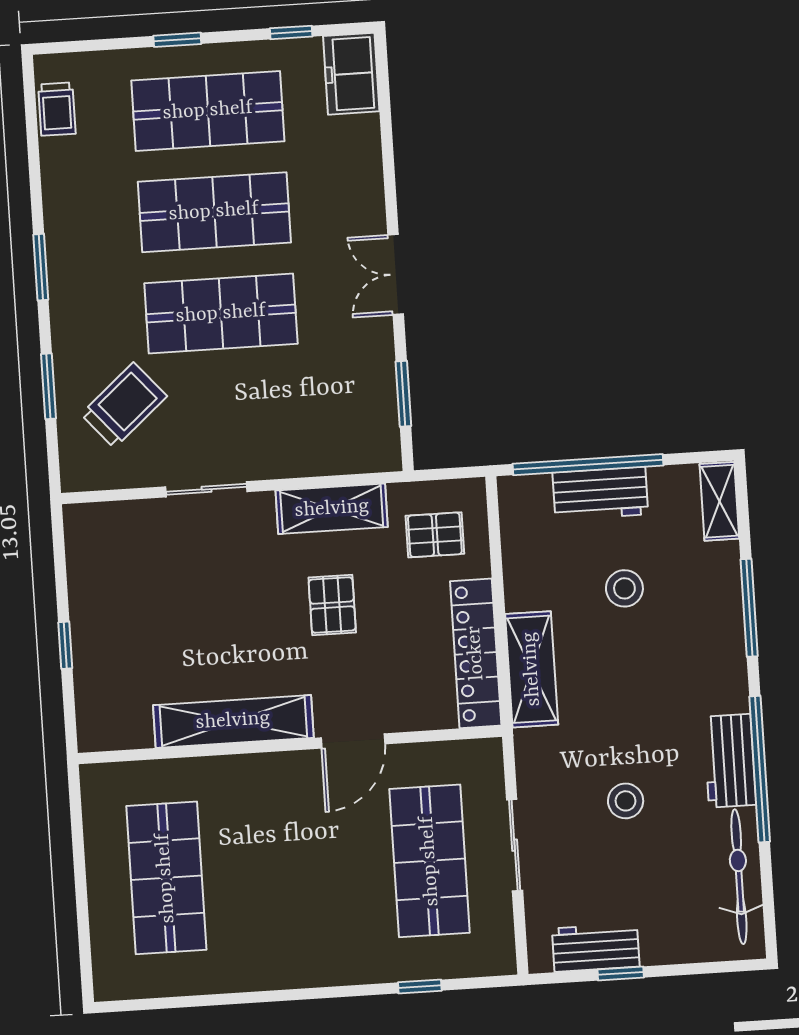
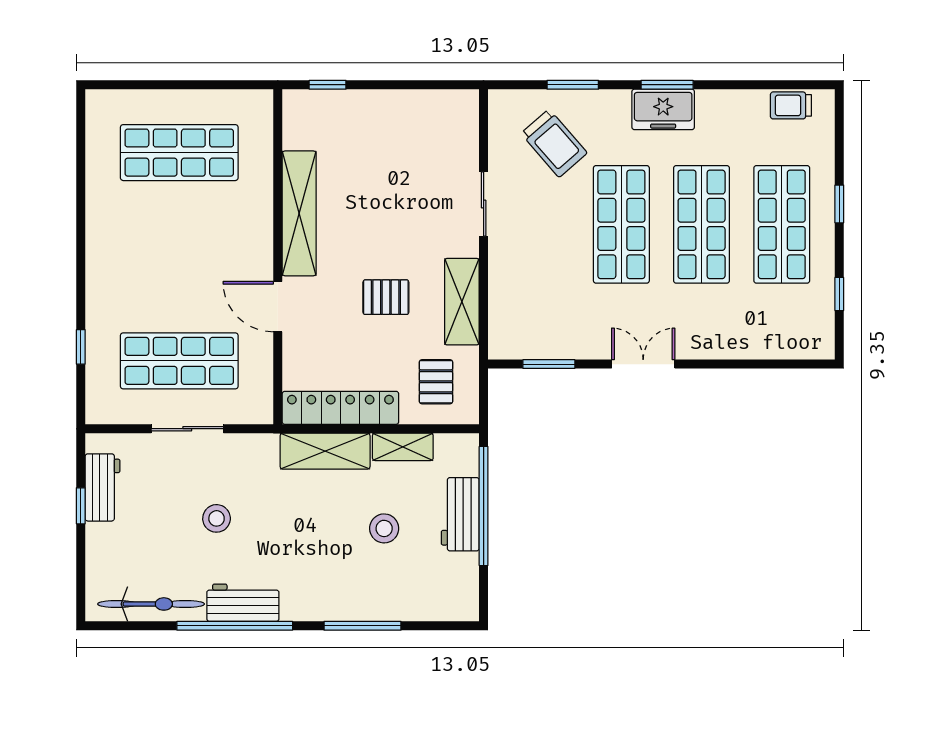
freezer: (351, 74) -> (663, 109), moved, turned 180
shelving: (719, 501) -> (403, 447), moved
window: (65, 645) -> (328, 85), moved

